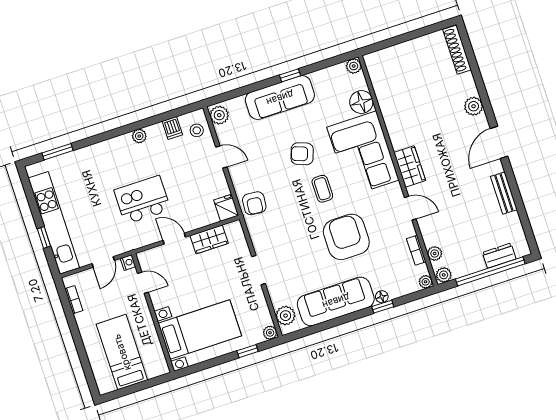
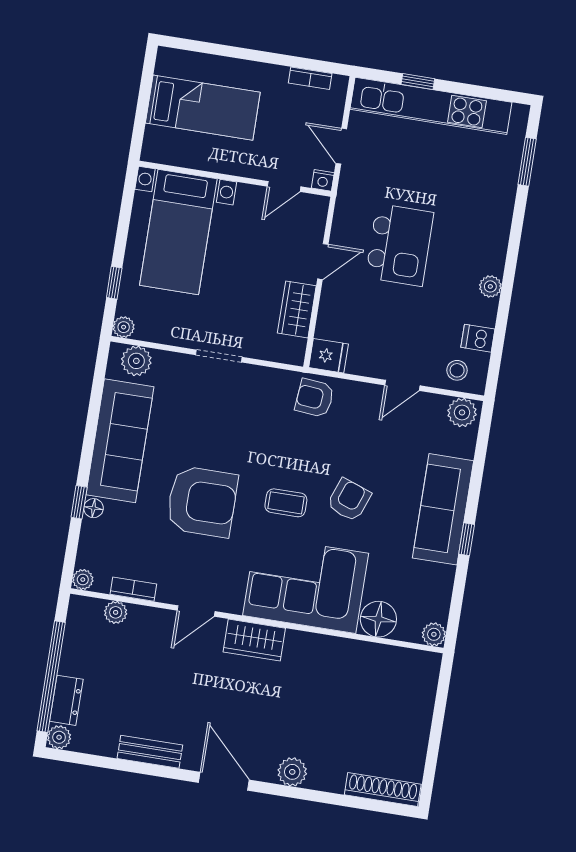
plant: (444, 275) -> (59, 737), moved

